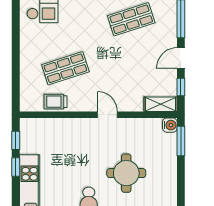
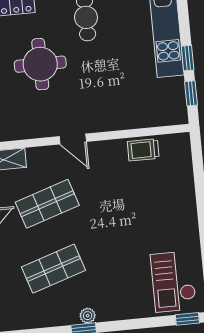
shop shelf: (65, 68) -> (47, 204), moved
trolley: (55, 102) -> (143, 150), turned 180

